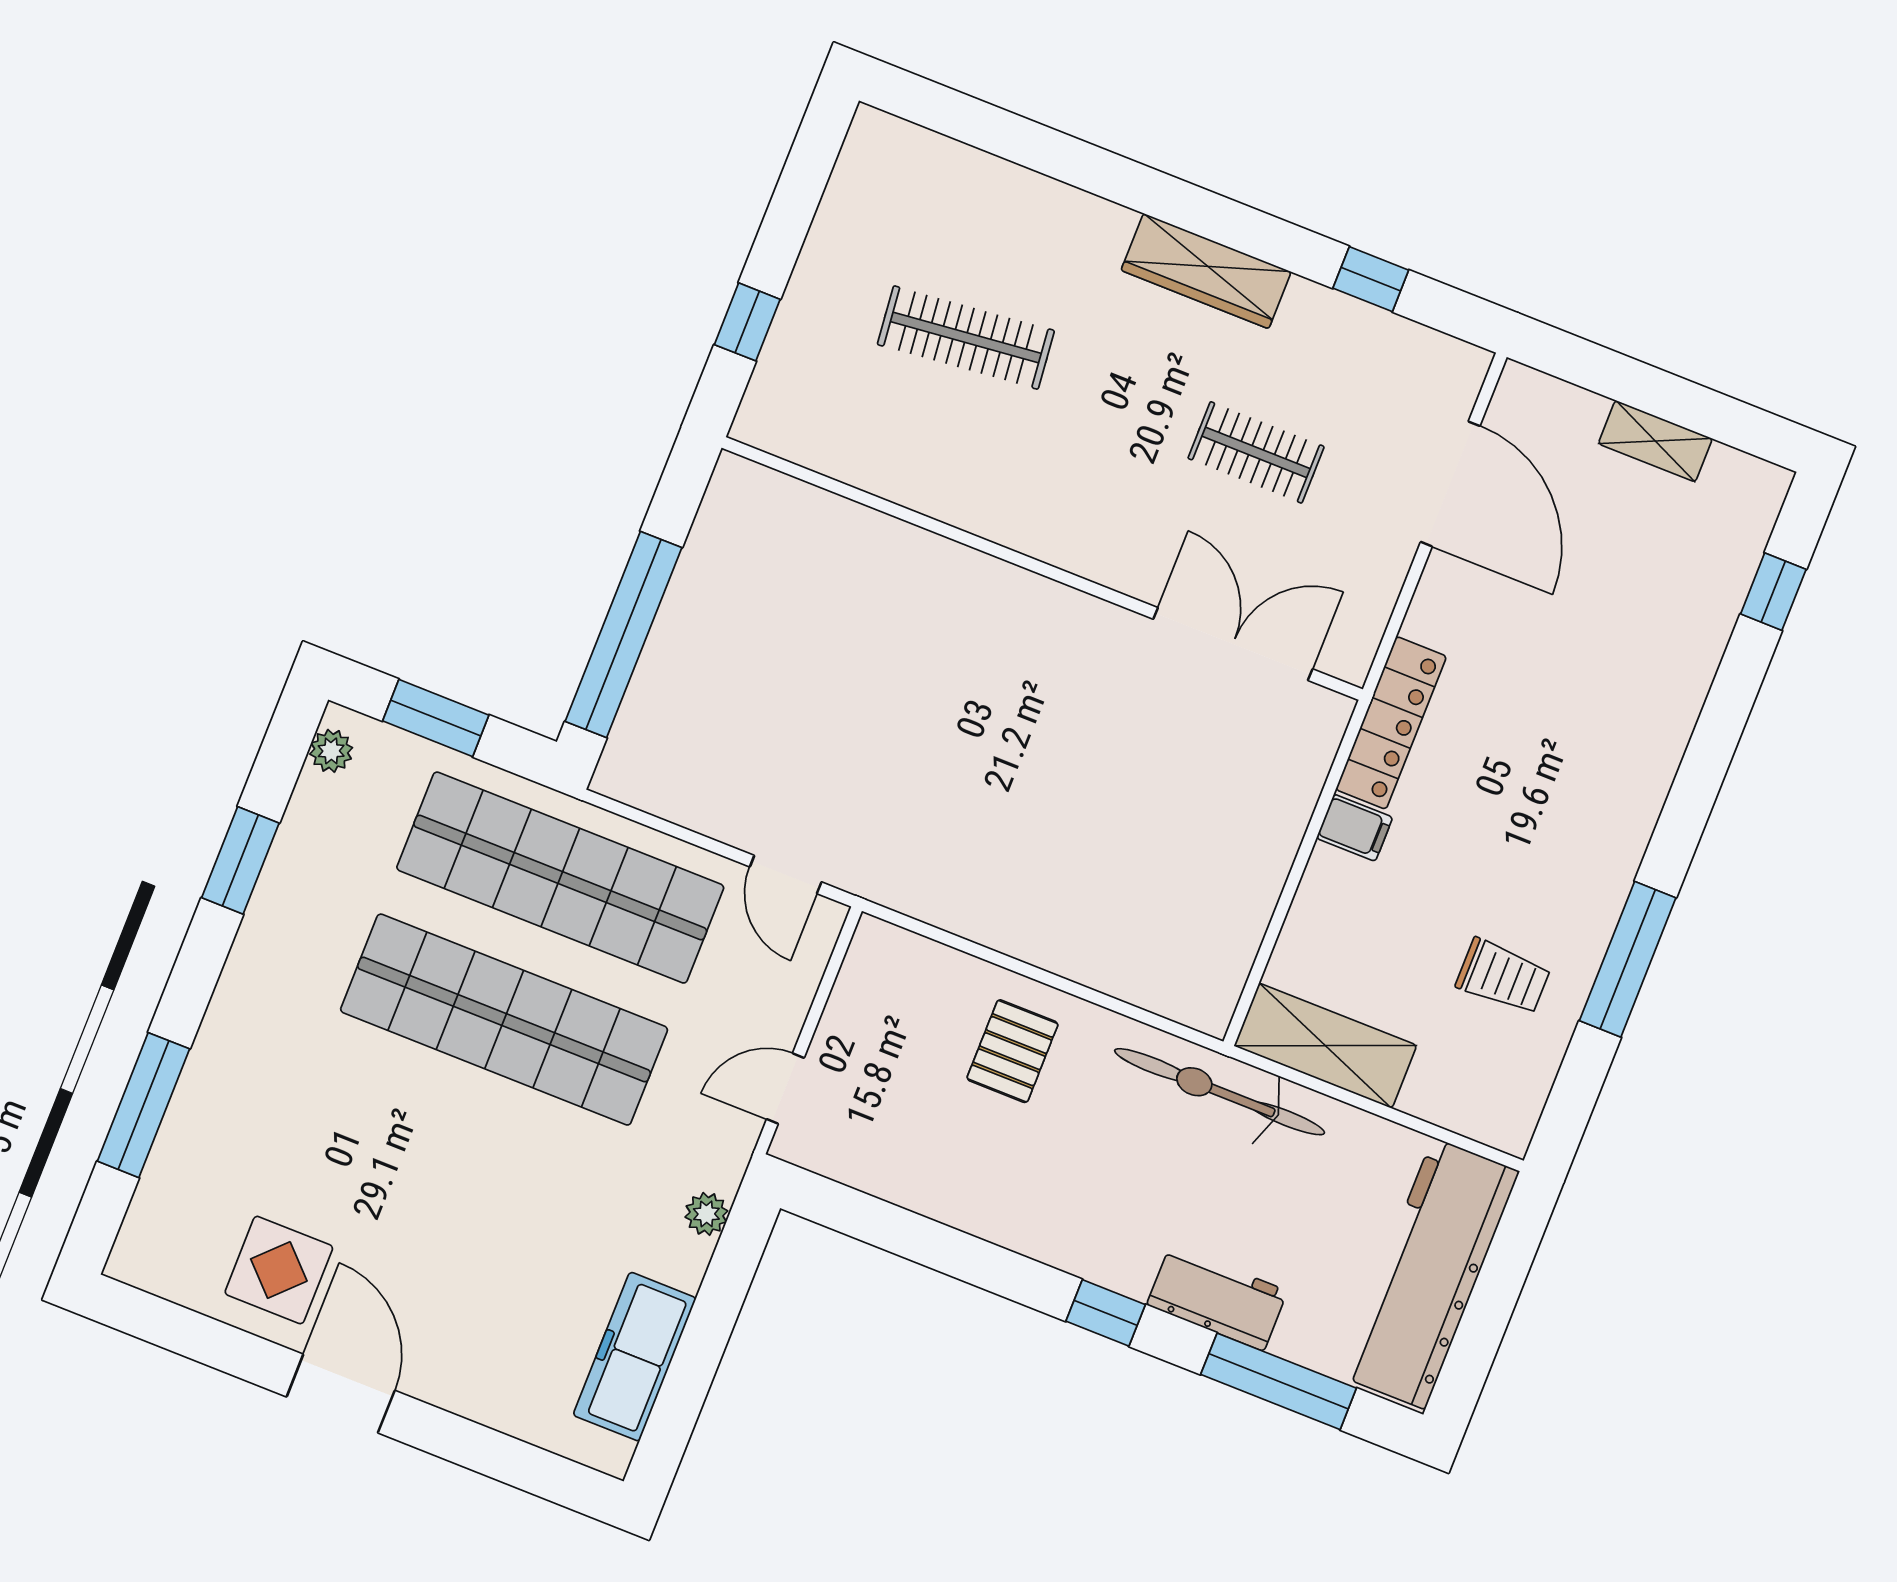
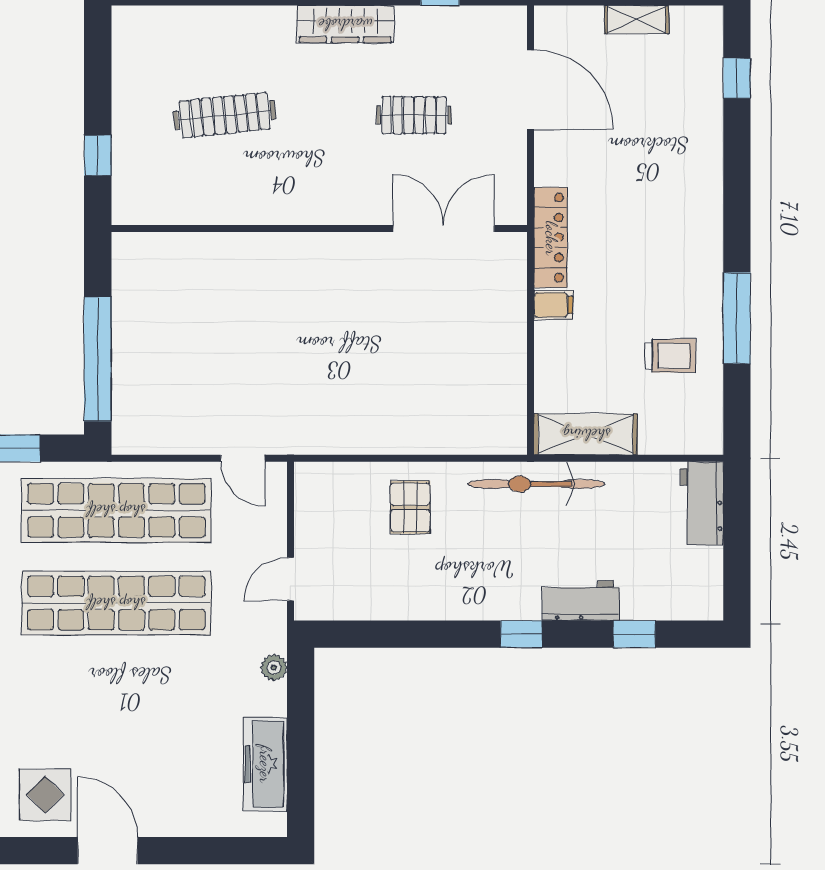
workbench: (1429, 1273) -> (702, 503), width x0.53, depth x0.76
window: (1279, 1381) -> (634, 634), width x0.46

